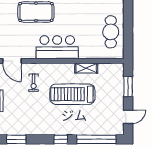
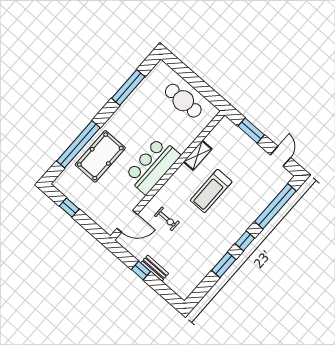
treadmill: (72, 94) -> (211, 191), width x0.73, depth x0.73
window: (16, 139) -> (224, 265), moved

